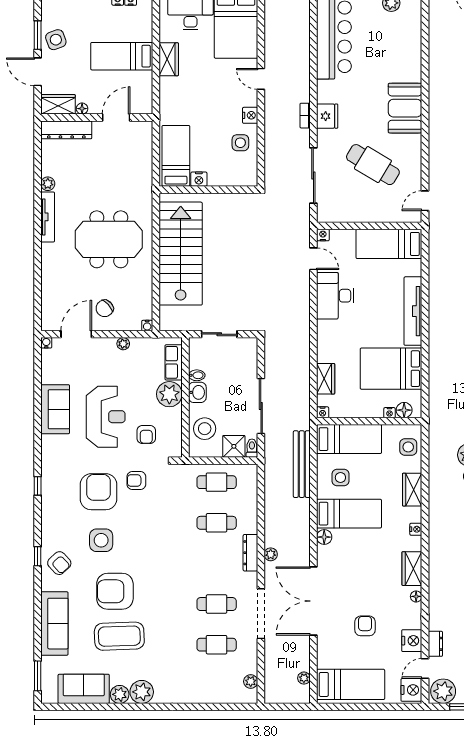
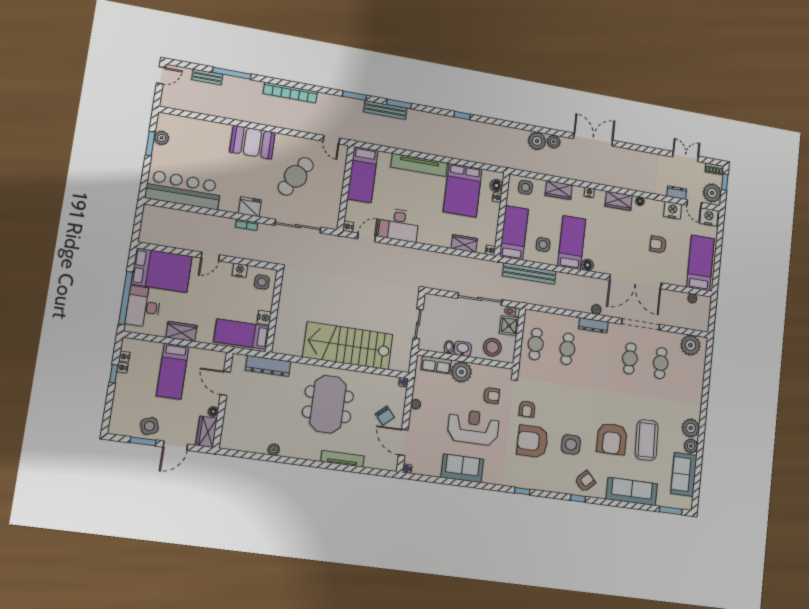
dresser: (66, 130) -> (268, 366), moved, turned 90
bed: (176, 156) -> (242, 334), moved
nightstand: (199, 179) -> (264, 318), moved
wall: (208, 190) -> (274, 311), moved
tv unit: (48, 217) -> (342, 459), moved
plant: (251, 681) -> (690, 345), width x1.88, depth x1.88

